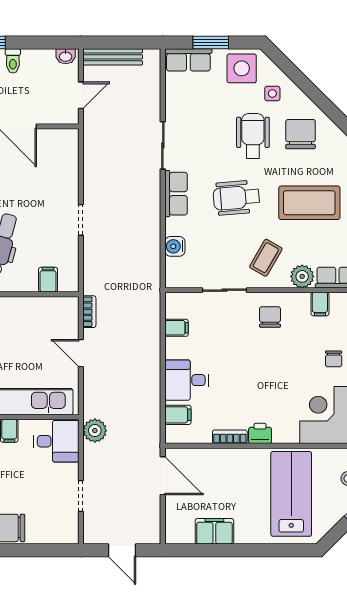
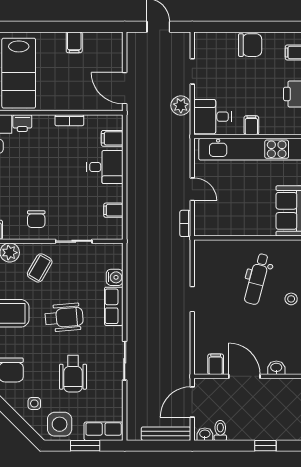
toilet: (13, 61) -> (220, 430), moved
door: (81, 95) -> (192, 402), width x1.38
wheelchair: (253, 136) -> (73, 374), moved
row of seats: (176, 194) -> (114, 306), moved
filing cabinet: (48, 280) -> (216, 364), moved, turned 180
plant: (95, 431) -> (181, 106), moved
printer: (260, 433) -> (22, 123), moved
filing cabinet: (214, 531) -> (74, 42), width x0.50

